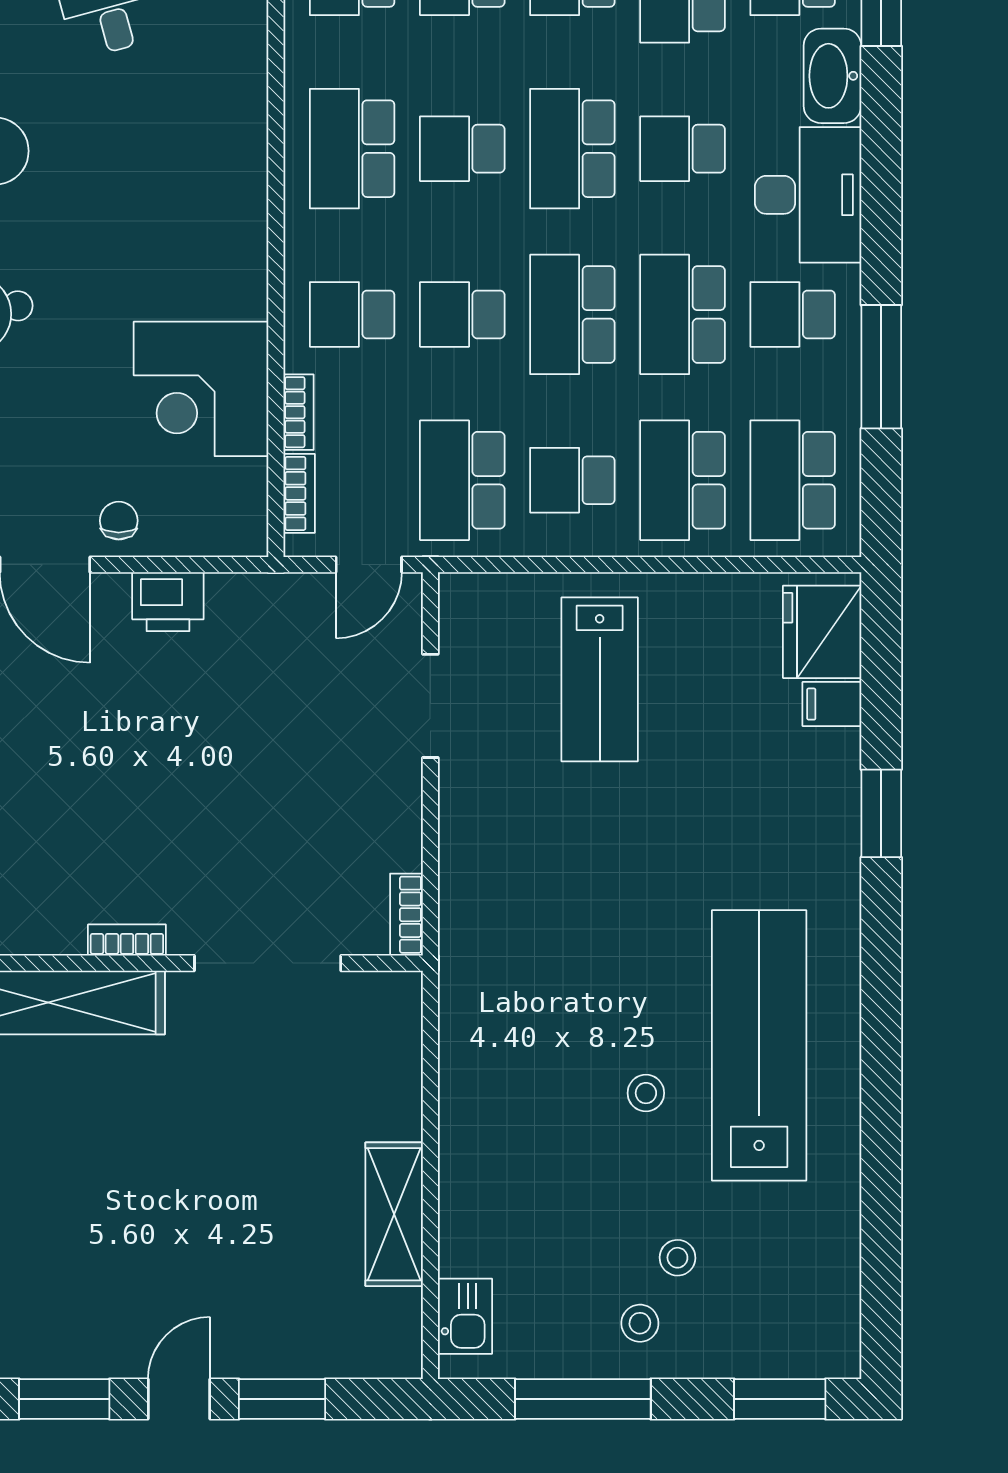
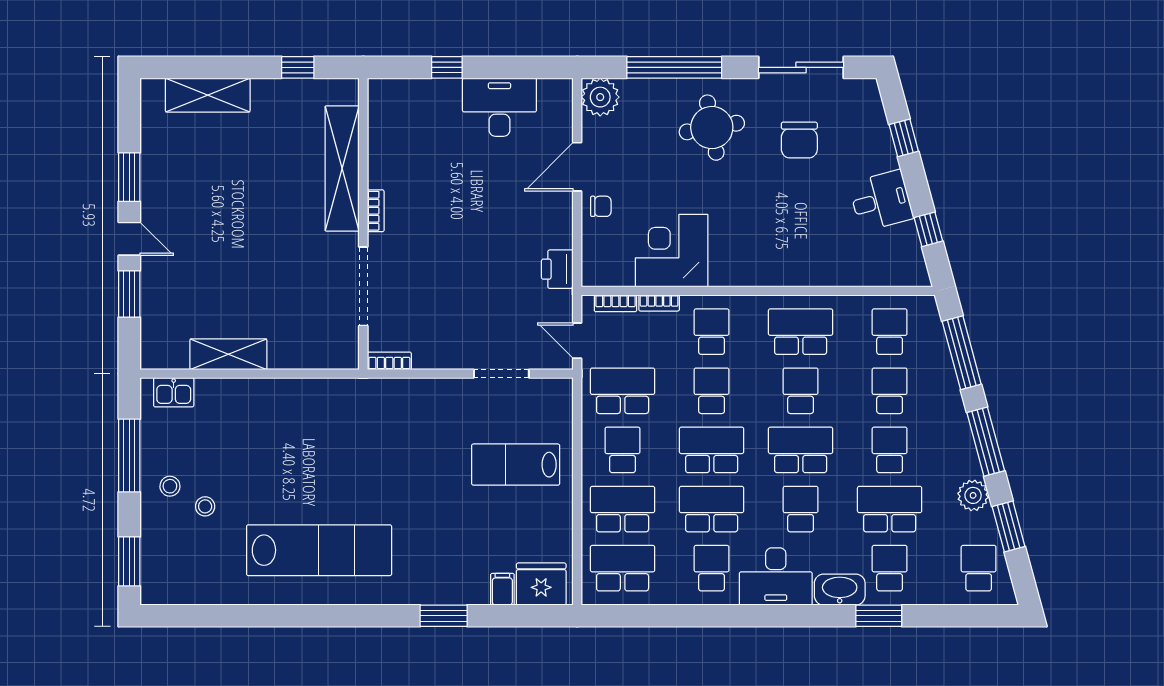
window: (881, 367) -> (683, 616), removed
printer: (168, 602) -> (557, 269), moved
stool: (646, 1093) -> (294, 489), removed

